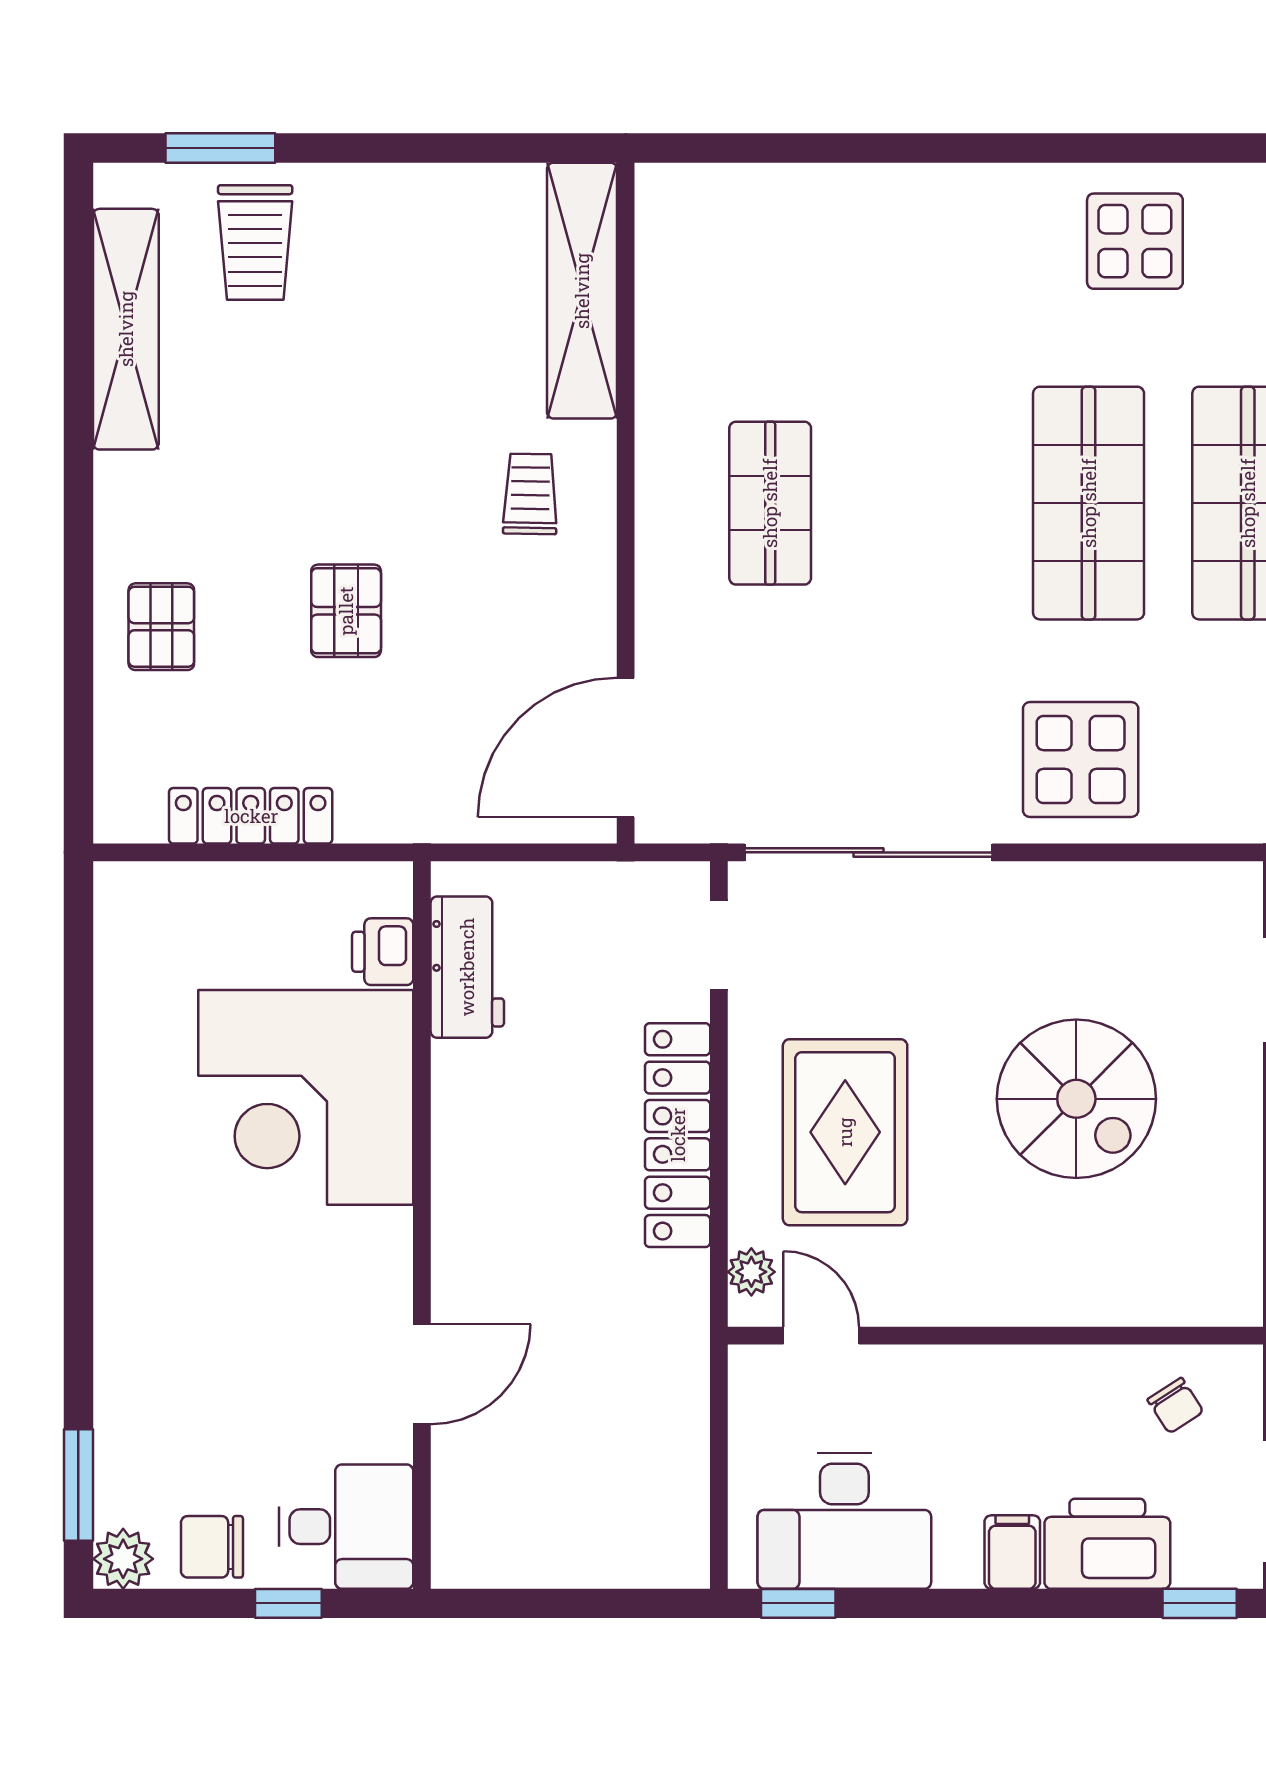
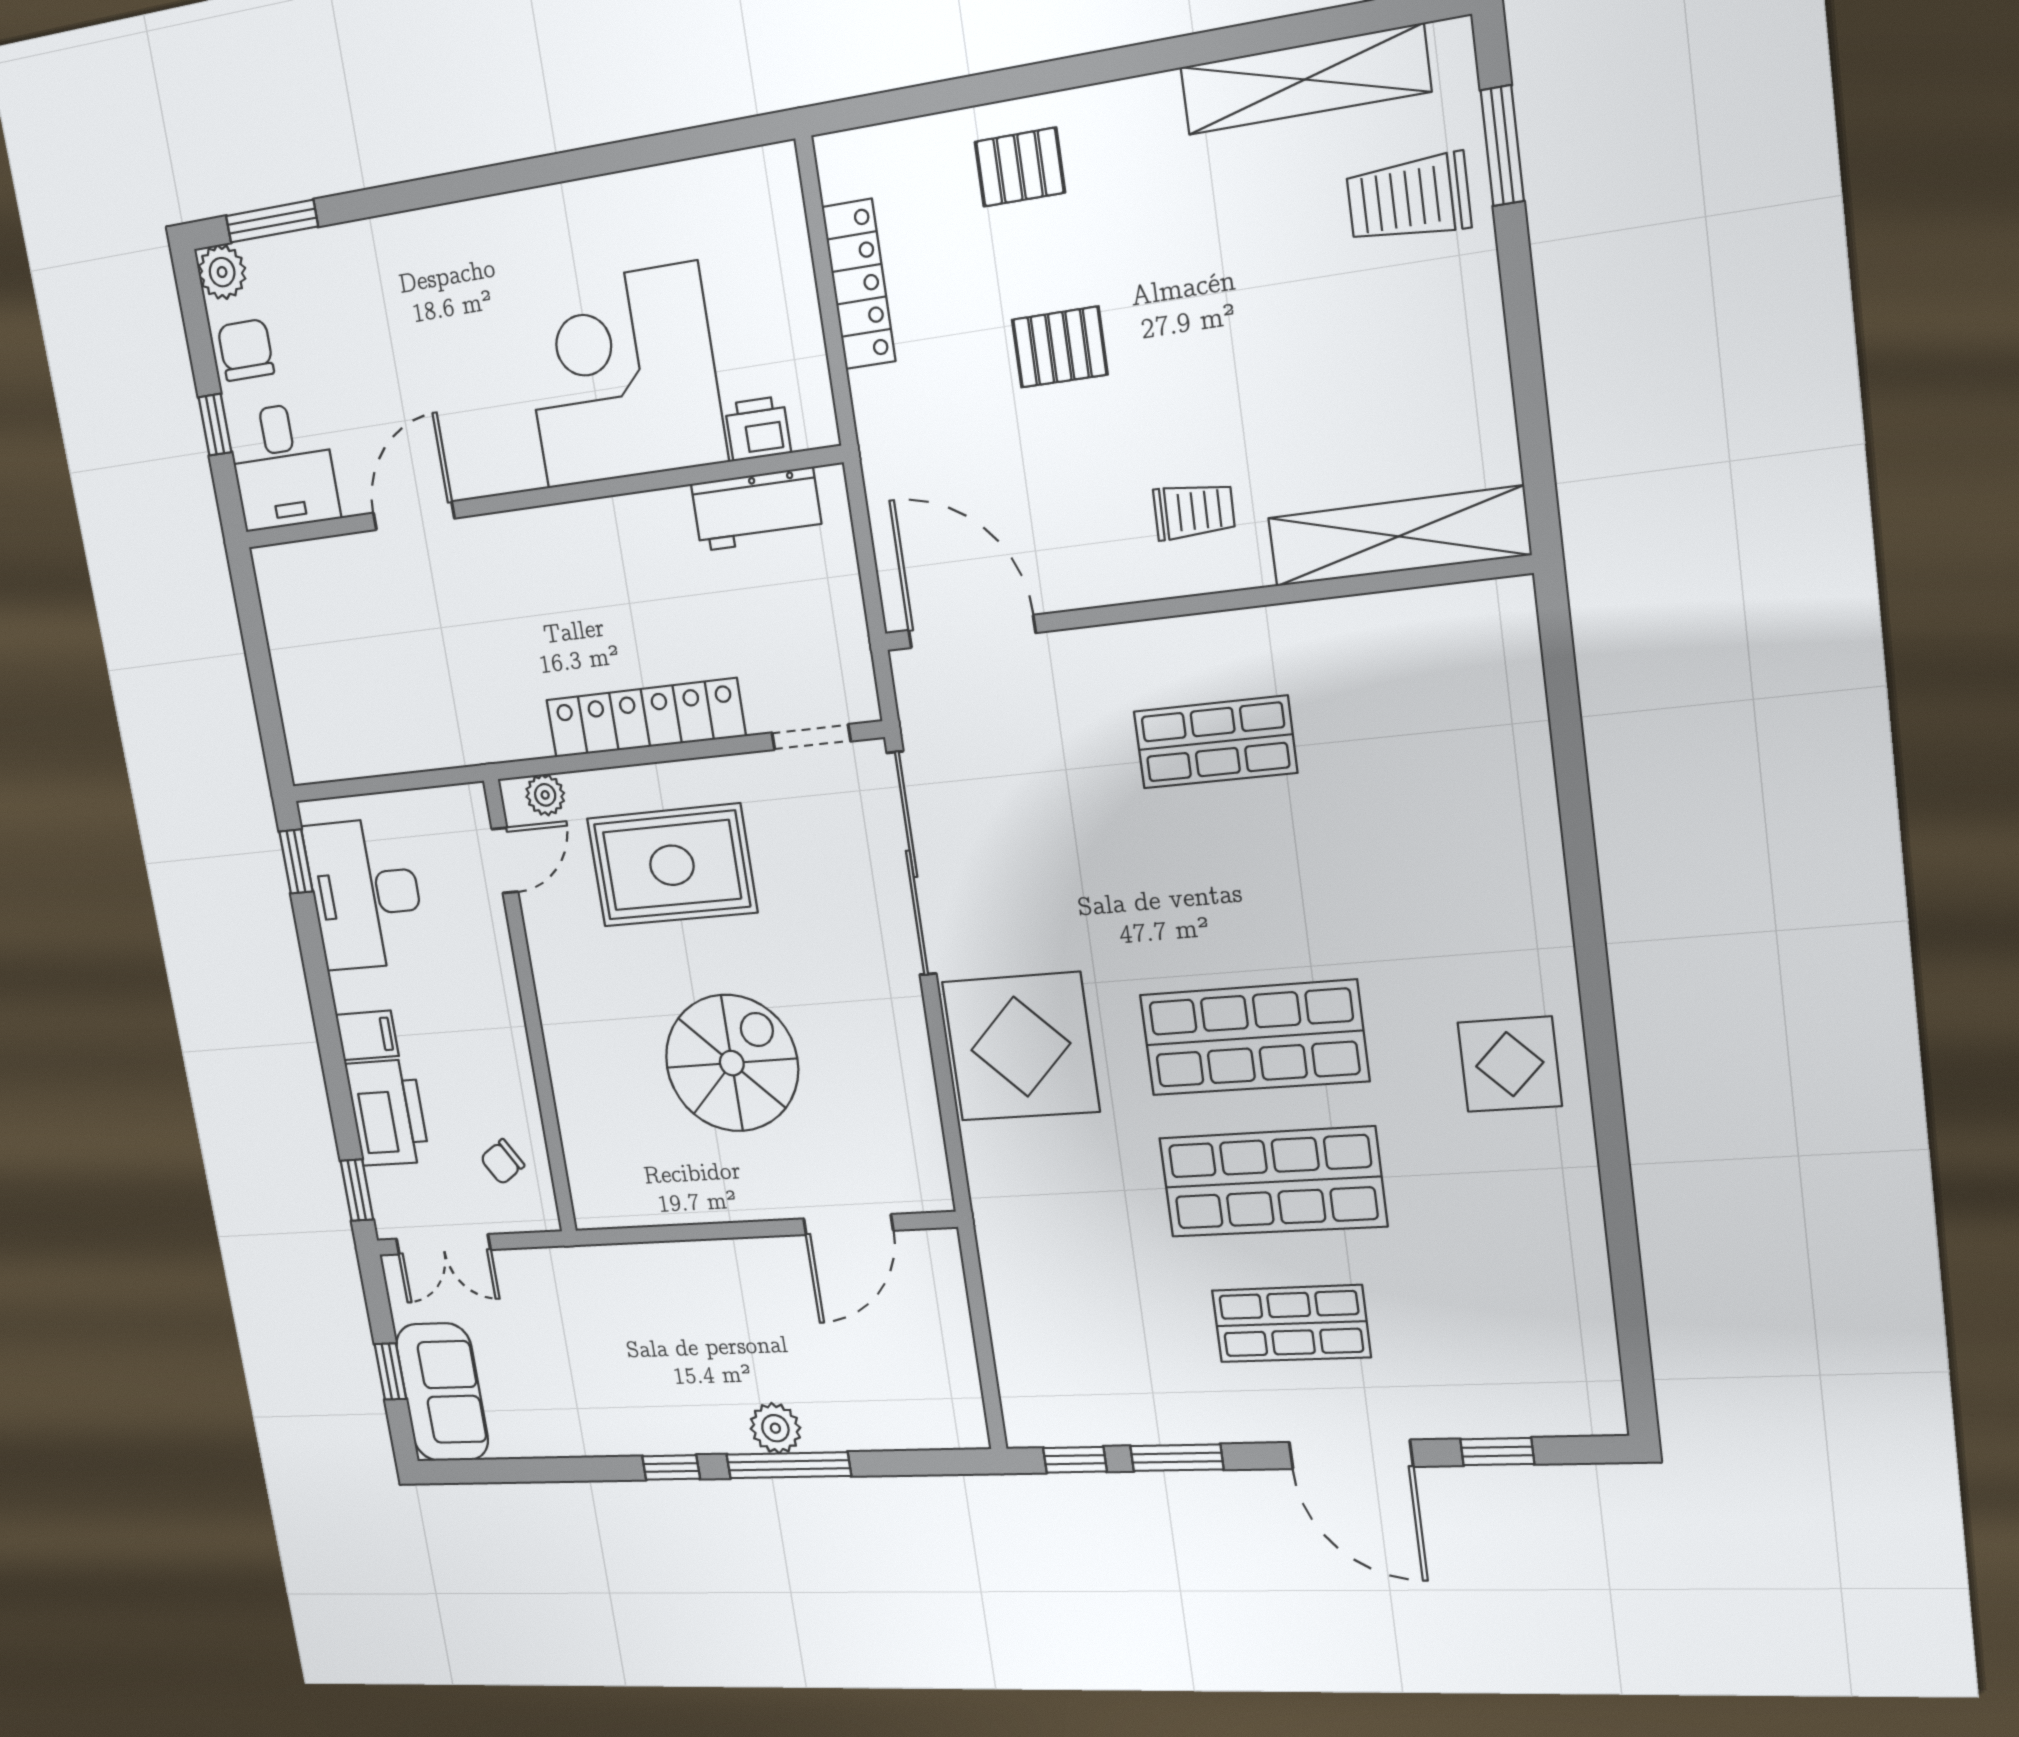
display table: (1081, 760) -> (1021, 1047), width x1.36, depth x1.36
spiral stairs: (1076, 1099) -> (732, 1063), turned 180
door: (422, 1374) -> (414, 516), swing flipped

